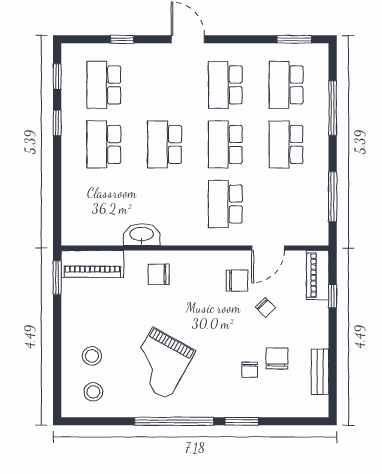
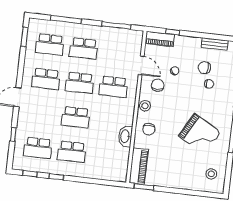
stool: (92, 356) -> (145, 106), moved

